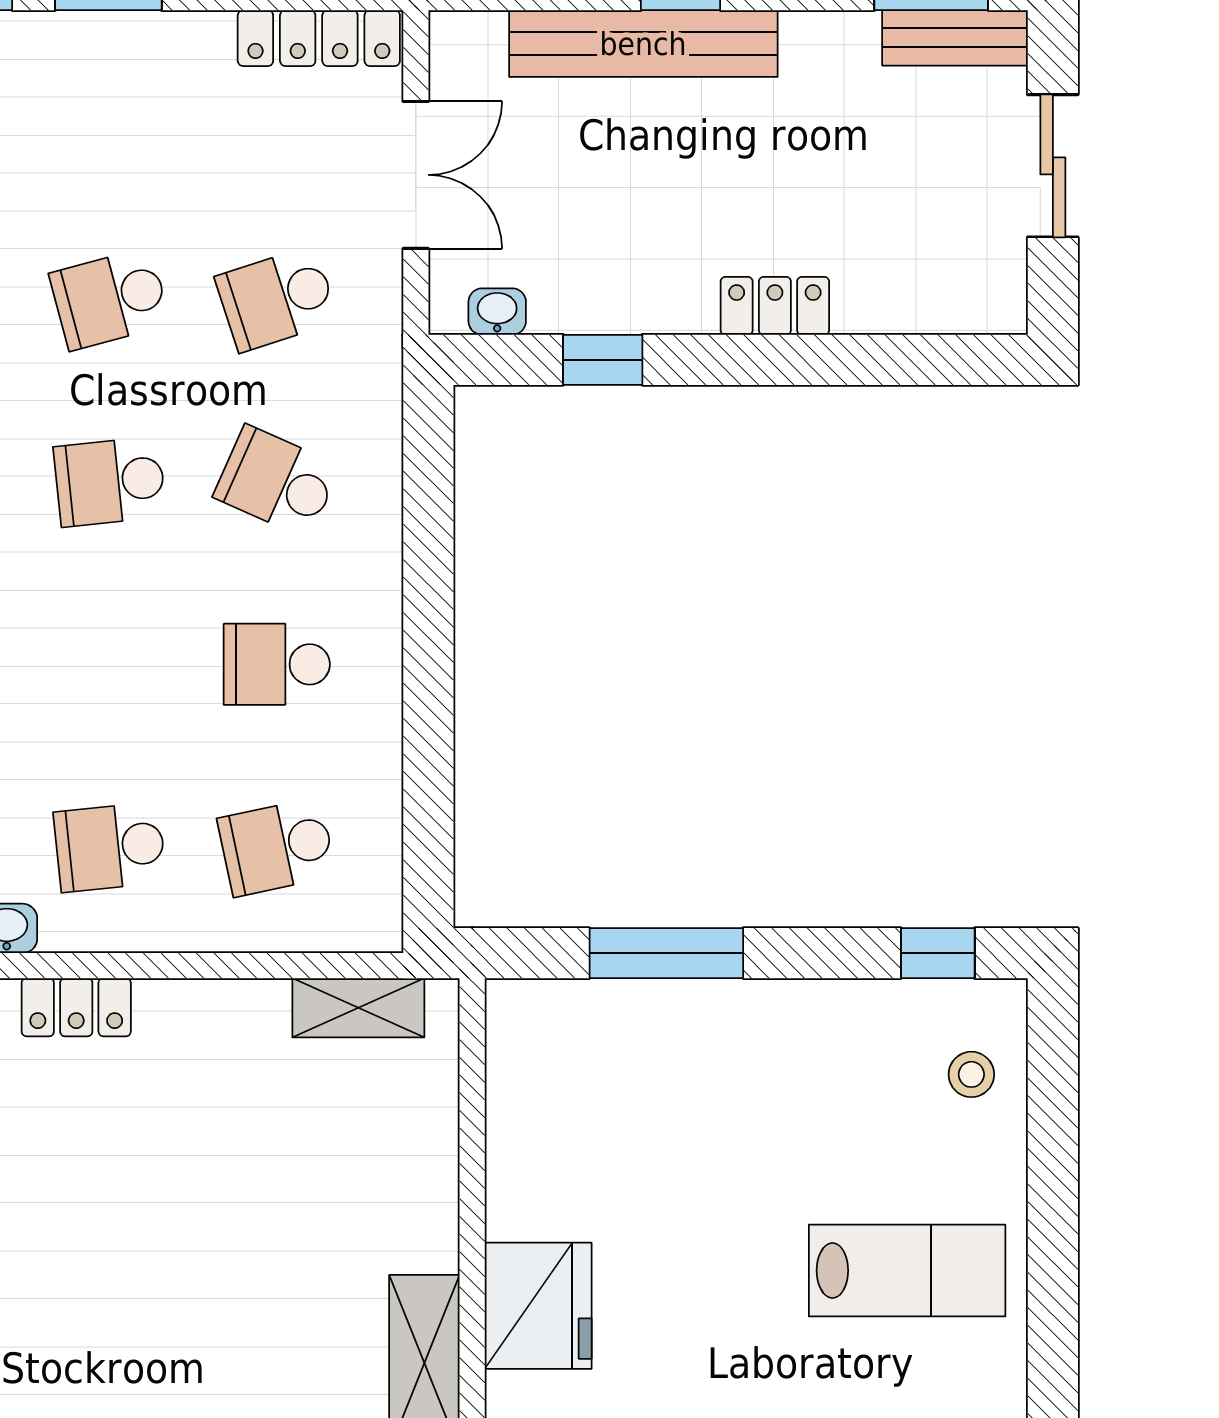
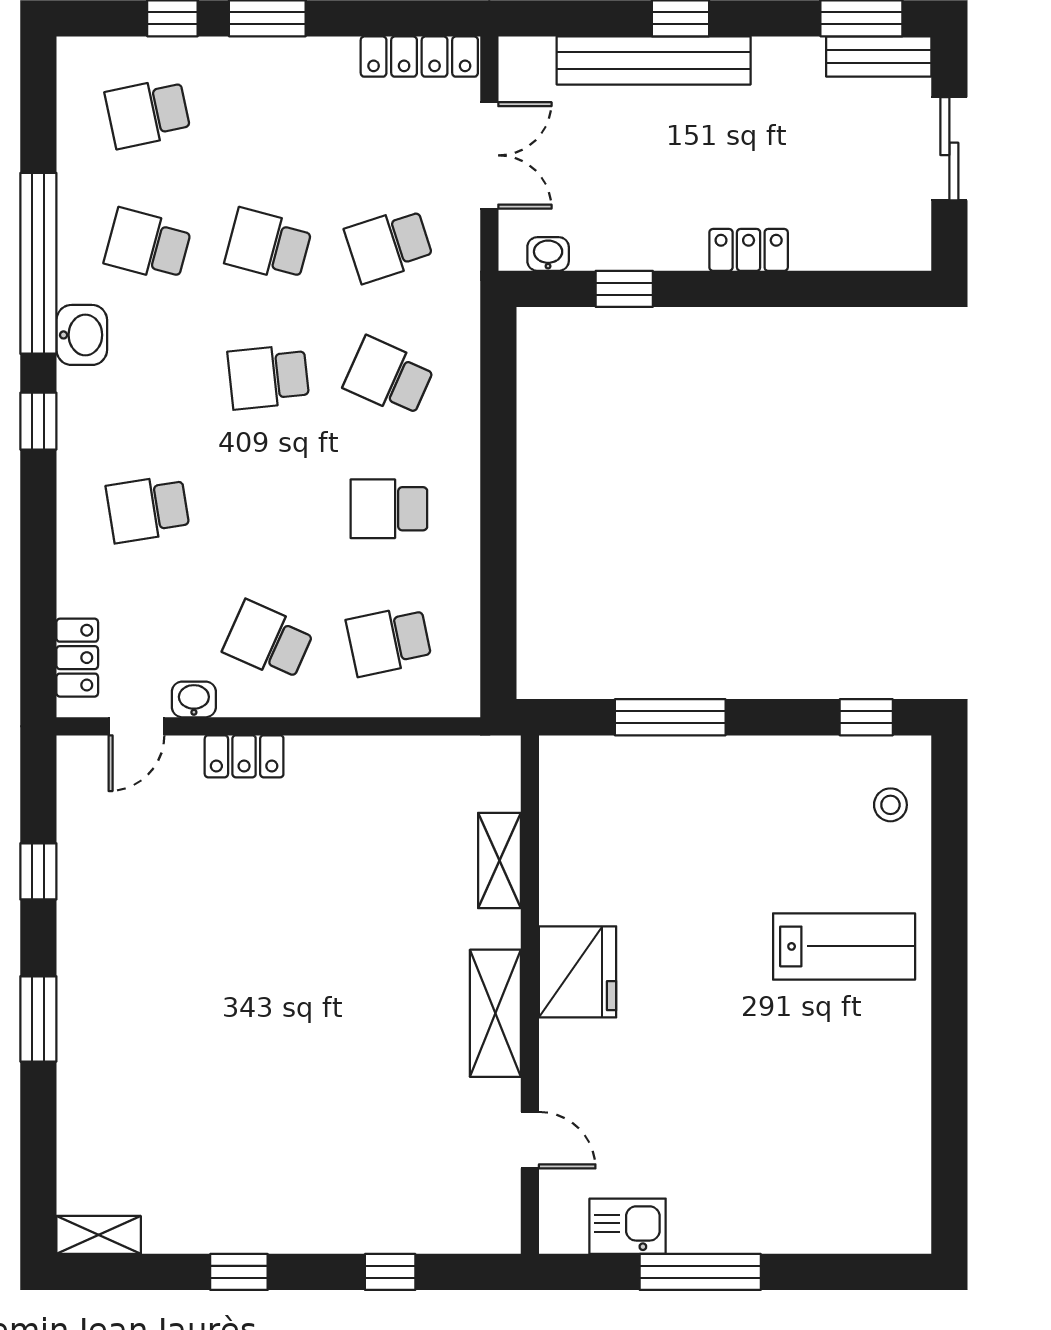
school desk: (110, 299) -> (268, 245), turned 30
school desk: (110, 847) -> (268, 641), turned 30
shelving: (358, 1008) -> (499, 860), moved, turned 90

